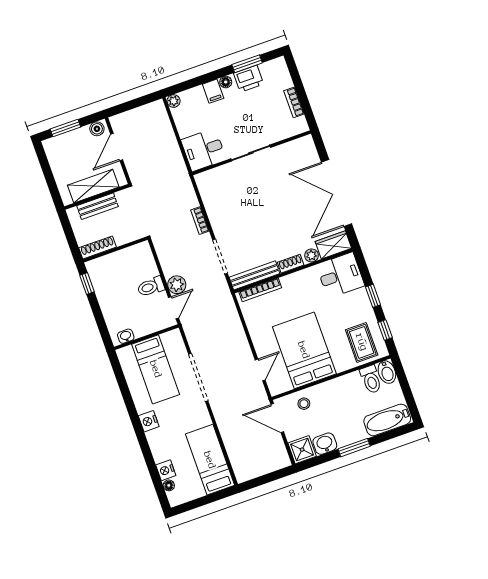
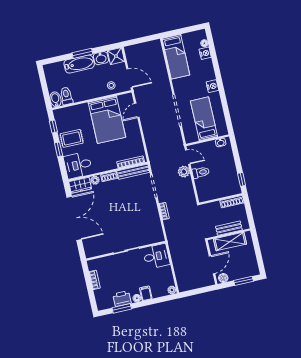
door: (174, 308) -> (188, 157), swing flipped
rug: (362, 342) -> (72, 138), moved, turned 90
bathtub: (387, 420) -> (79, 64), moved

